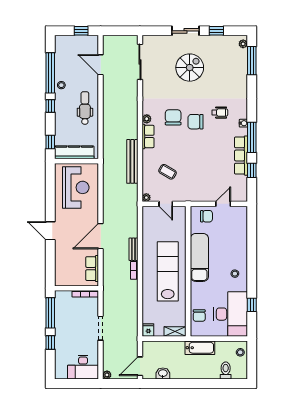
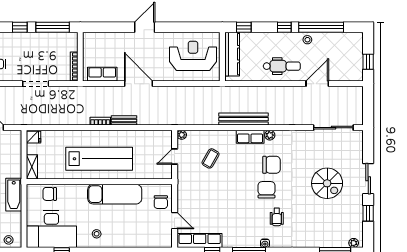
door: (101, 65) -> (317, 84), moved
row of seats: (241, 156) -> (200, 241), moved
bench: (132, 161) -> (243, 119), moved
reception desk: (76, 187) -> (193, 56), turned 180

